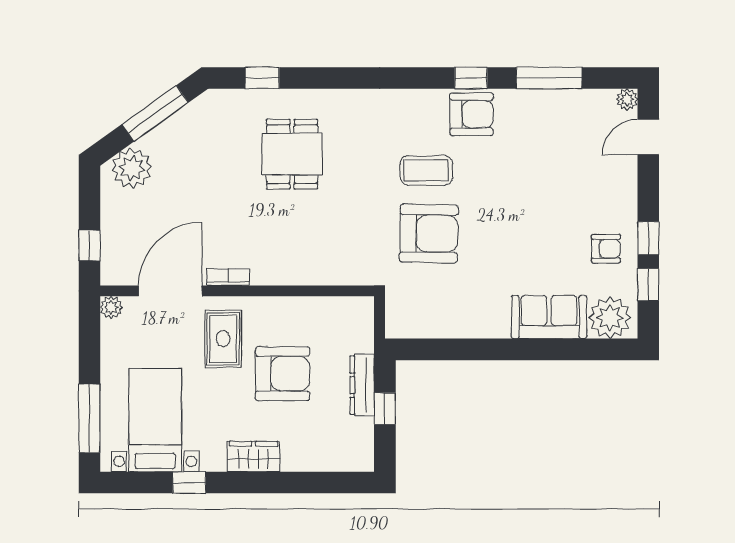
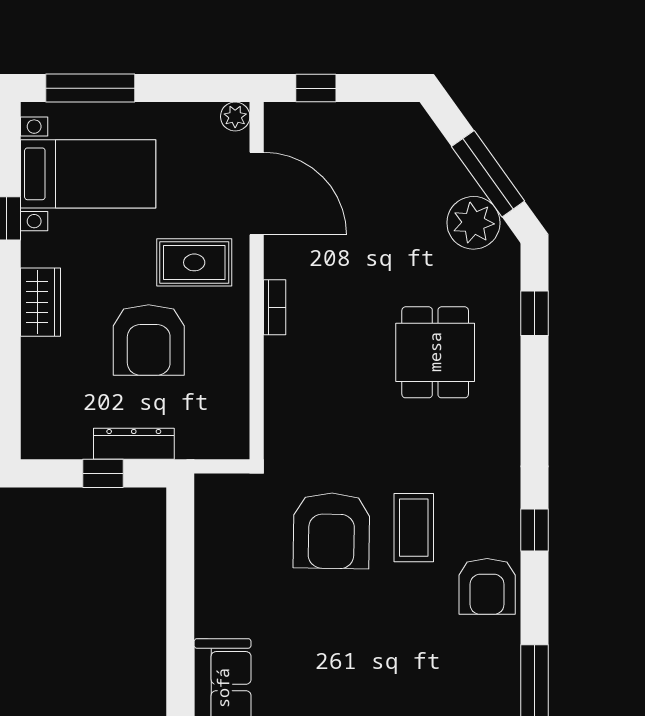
window: (471, 78) -> (534, 530), moved
dining table: (292, 154) -> (435, 352), turned 90
plant: (132, 168) -> (473, 223), moved
bookcase: (228, 277) -> (275, 307), moved

